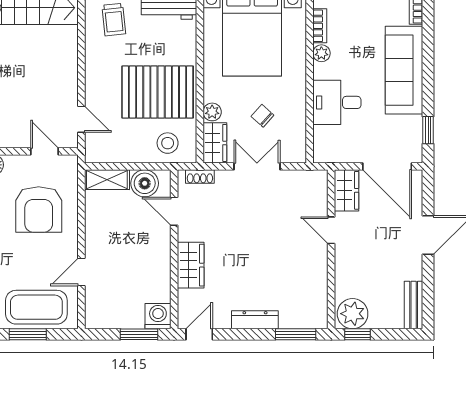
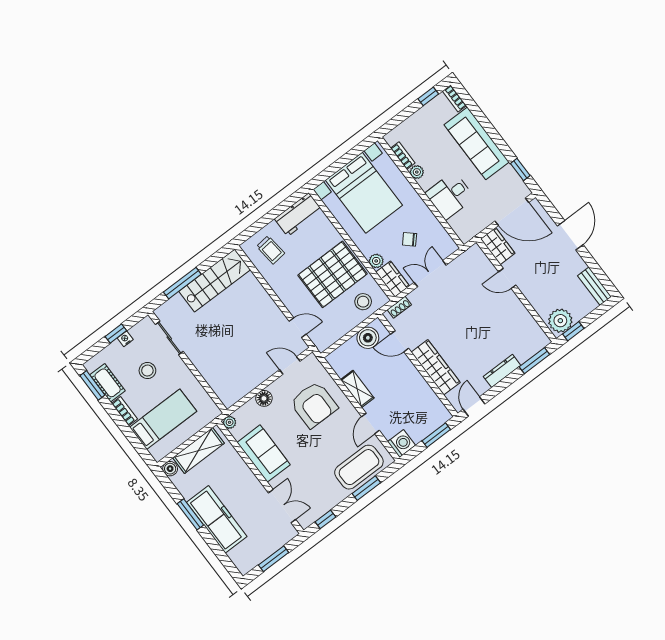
shelving: (107, 180) -> (357, 389), moved, turned 90
wardrobe: (191, 265) -> (436, 367), width x1.50
washing machine: (158, 316) -> (402, 444), moved, turned 90

